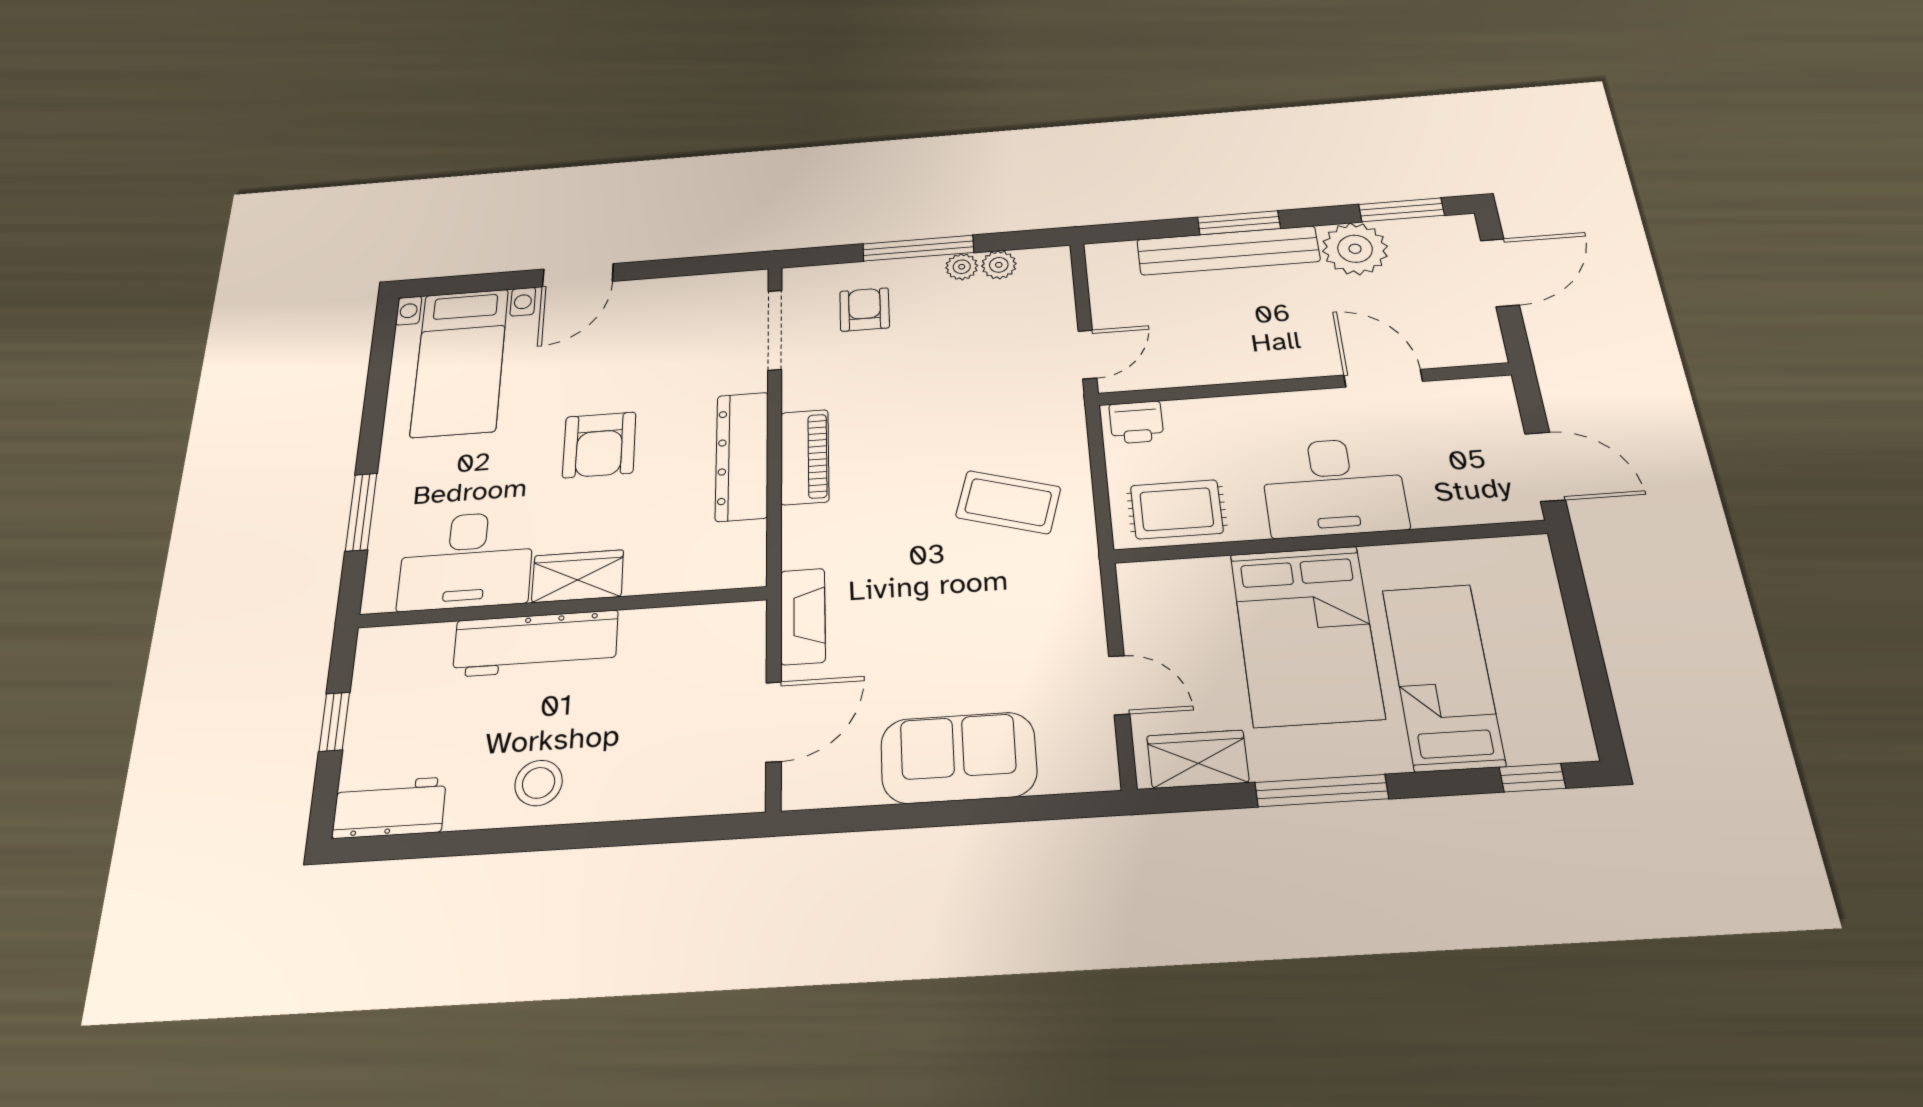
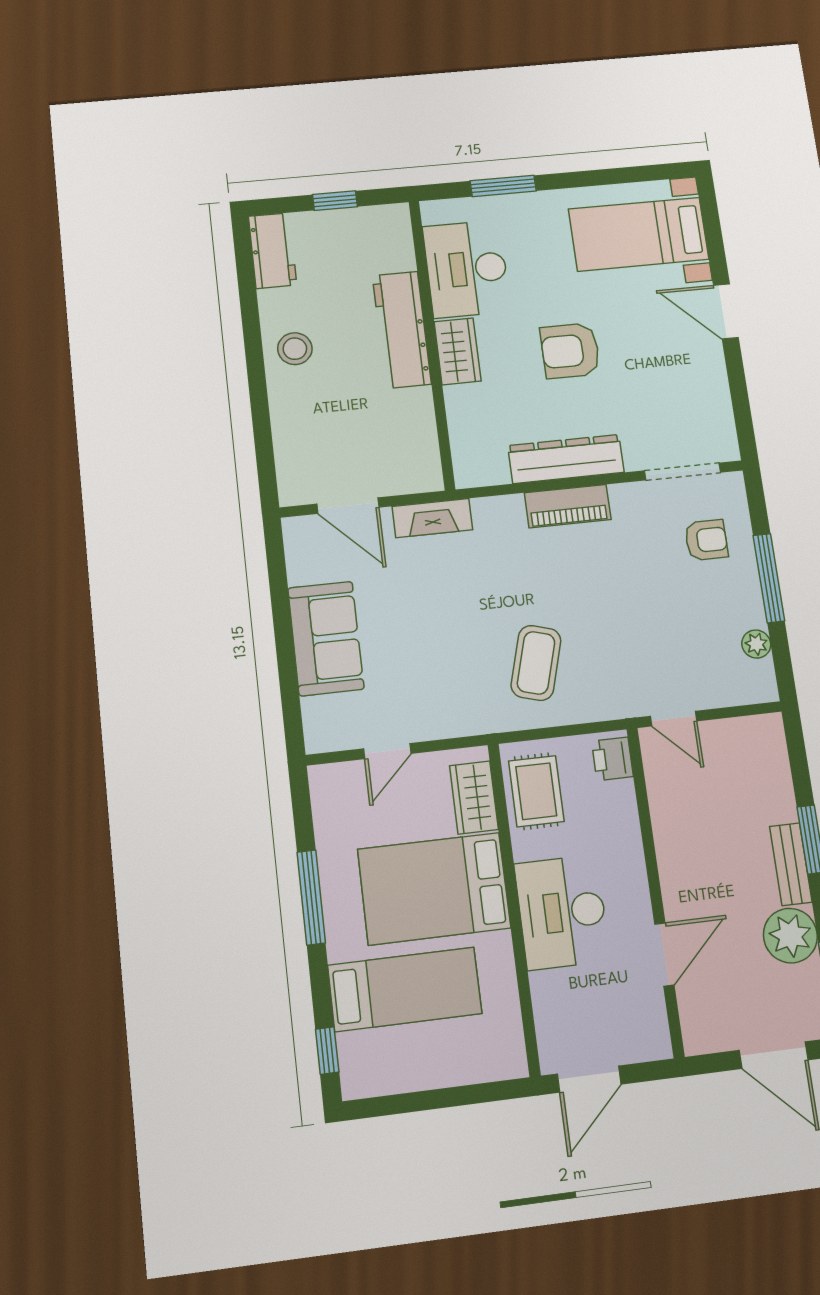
bench: (1228, 250) -> (791, 864), width x0.54, depth x0.82
plant: (962, 267) -> (753, 614), removed
wardrobe: (1198, 759) -> (474, 797), moved, turned 180

